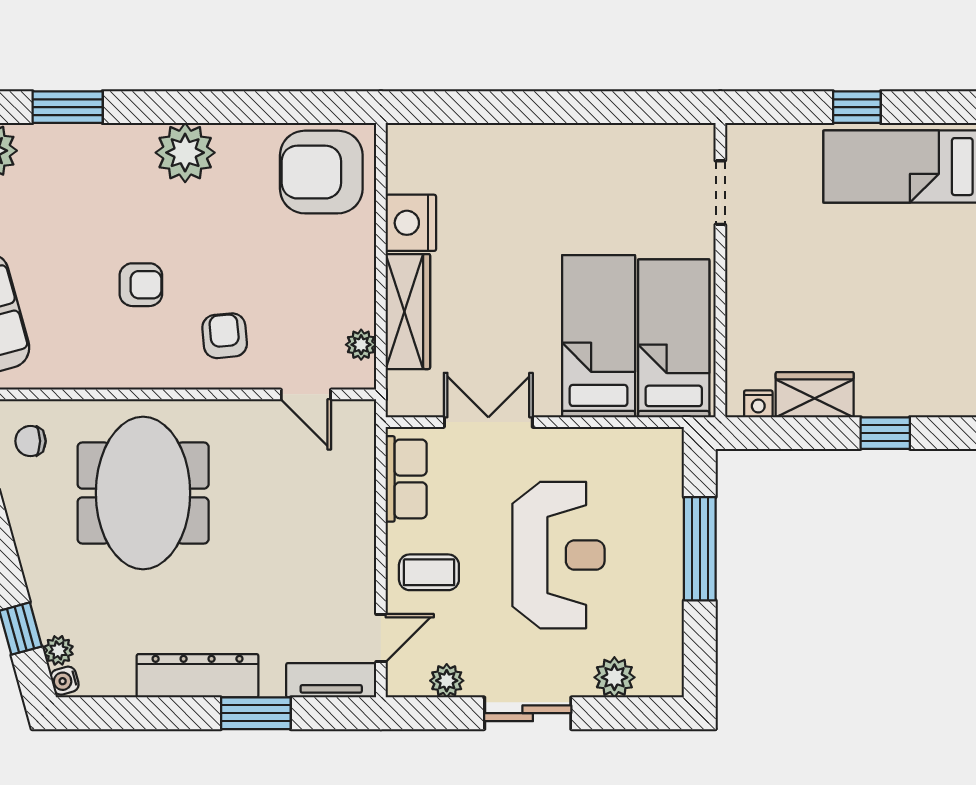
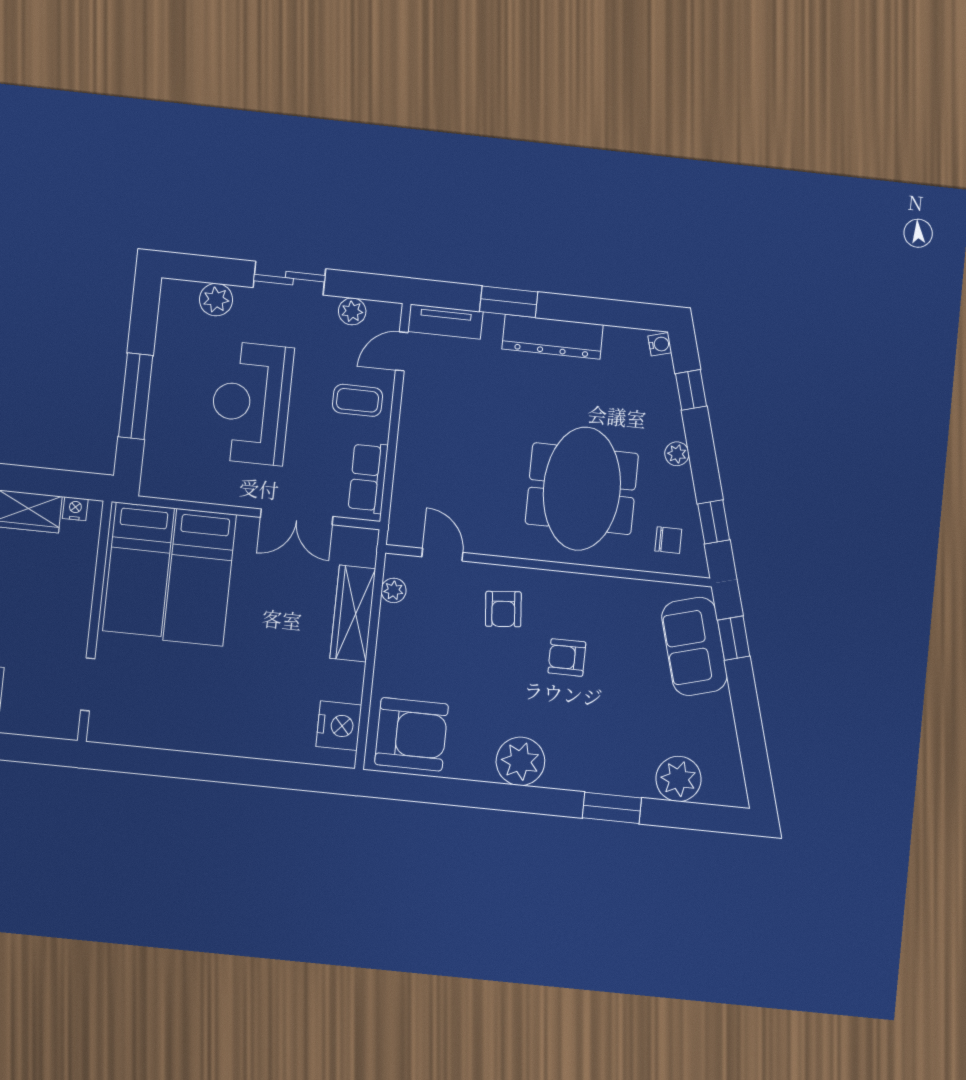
nightstand: (411, 223) -> (339, 726), moved
plant: (58, 650) -> (677, 454), moved

